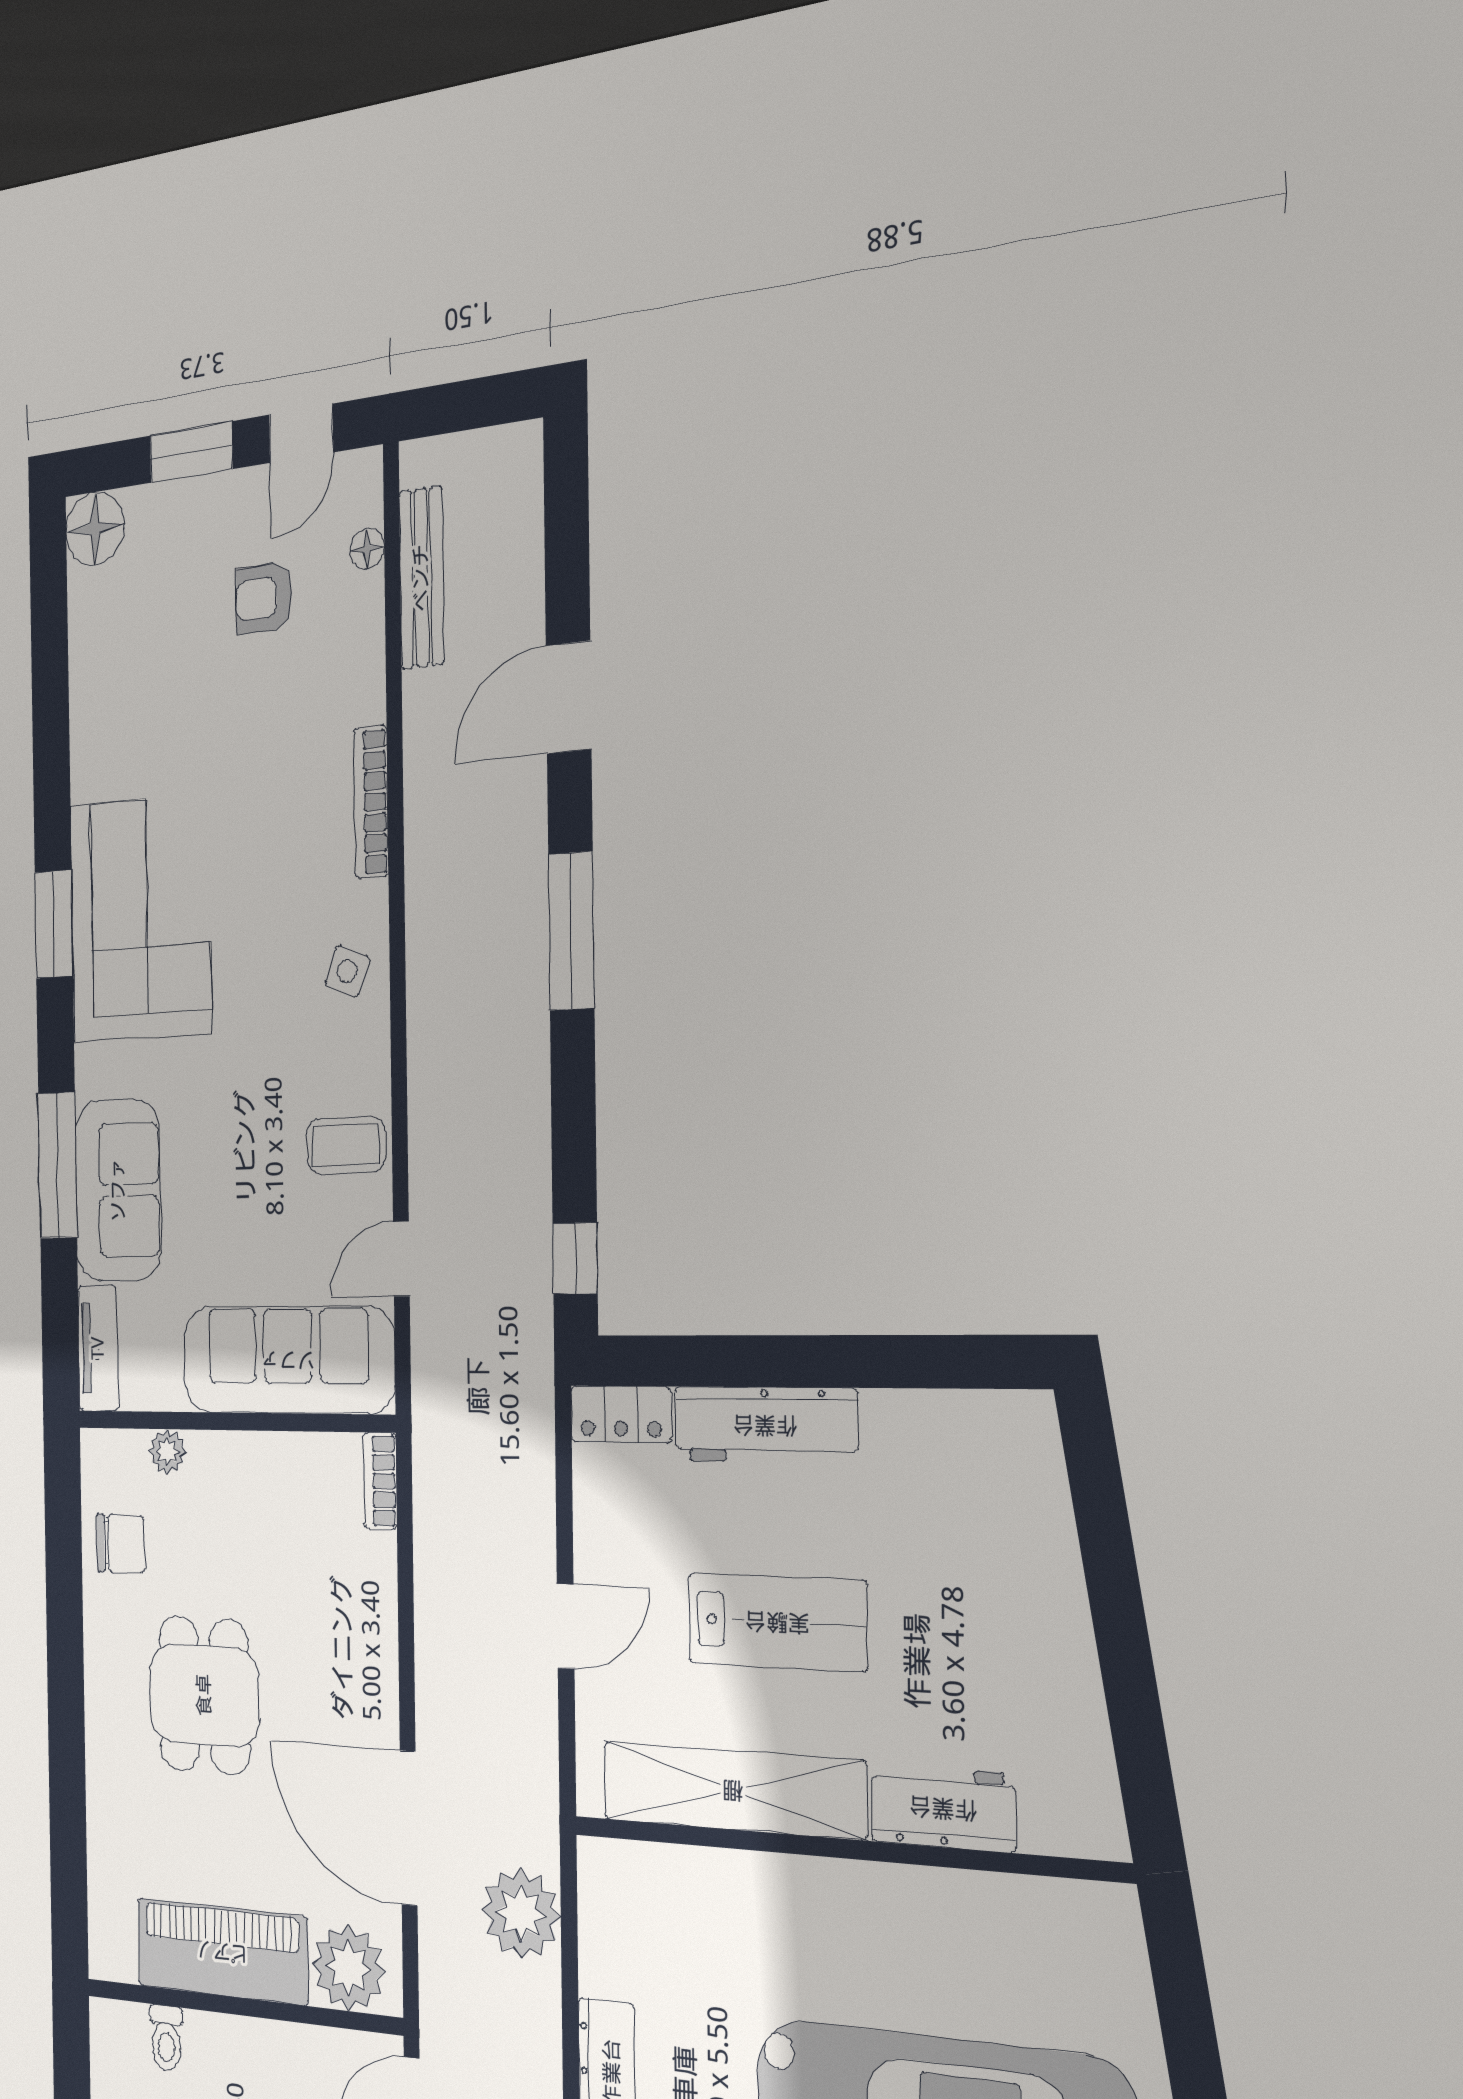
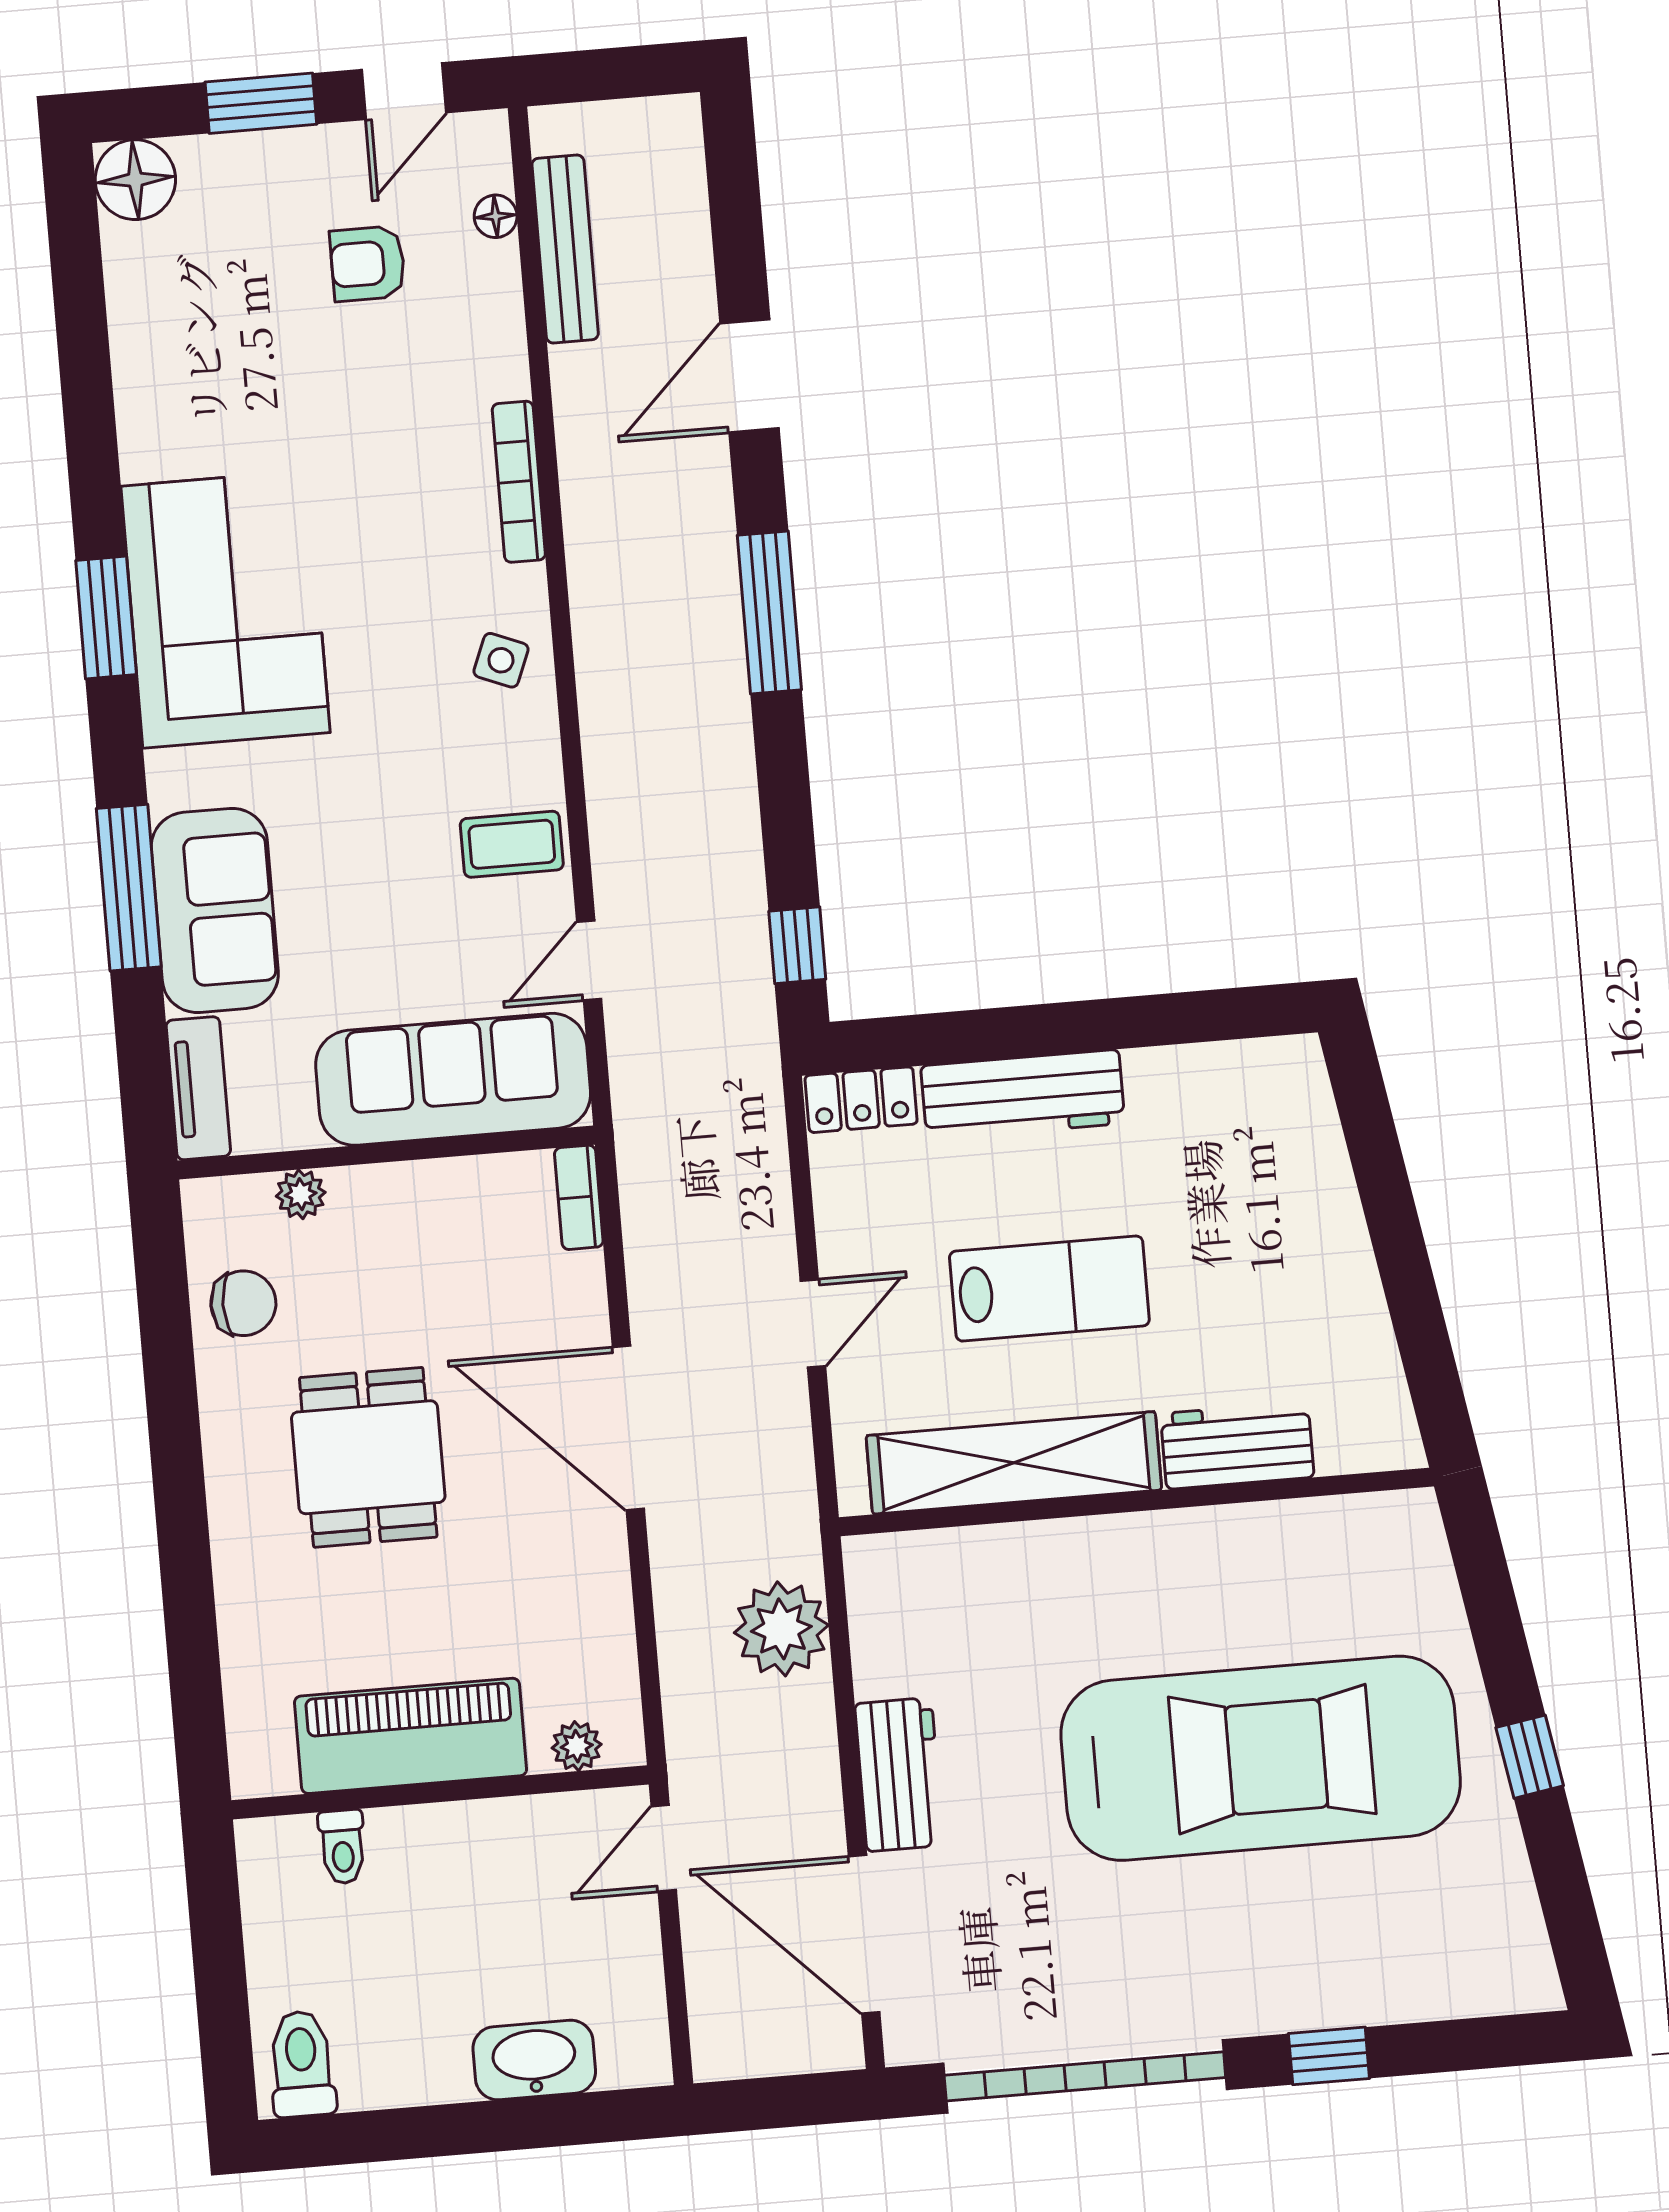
door: (409, 1828) -> (628, 1428), moved
plant: (348, 1968) -> (577, 1746), width x0.53, depth x0.53

